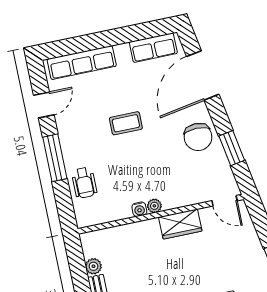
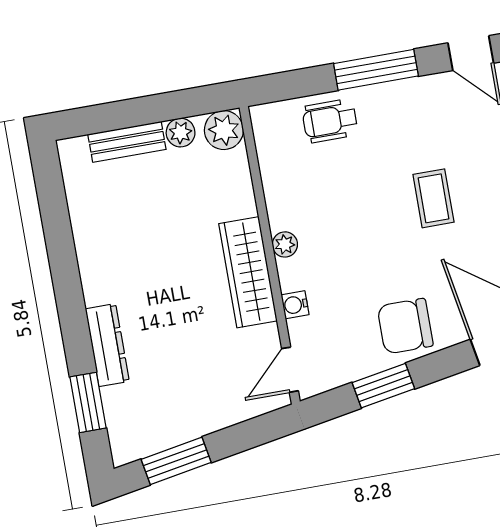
water cooler: (139, 209) -> (295, 305), moved
wardrobe: (180, 224) -> (248, 272), width x1.50
plant: (91, 242) -> (224, 130), added

